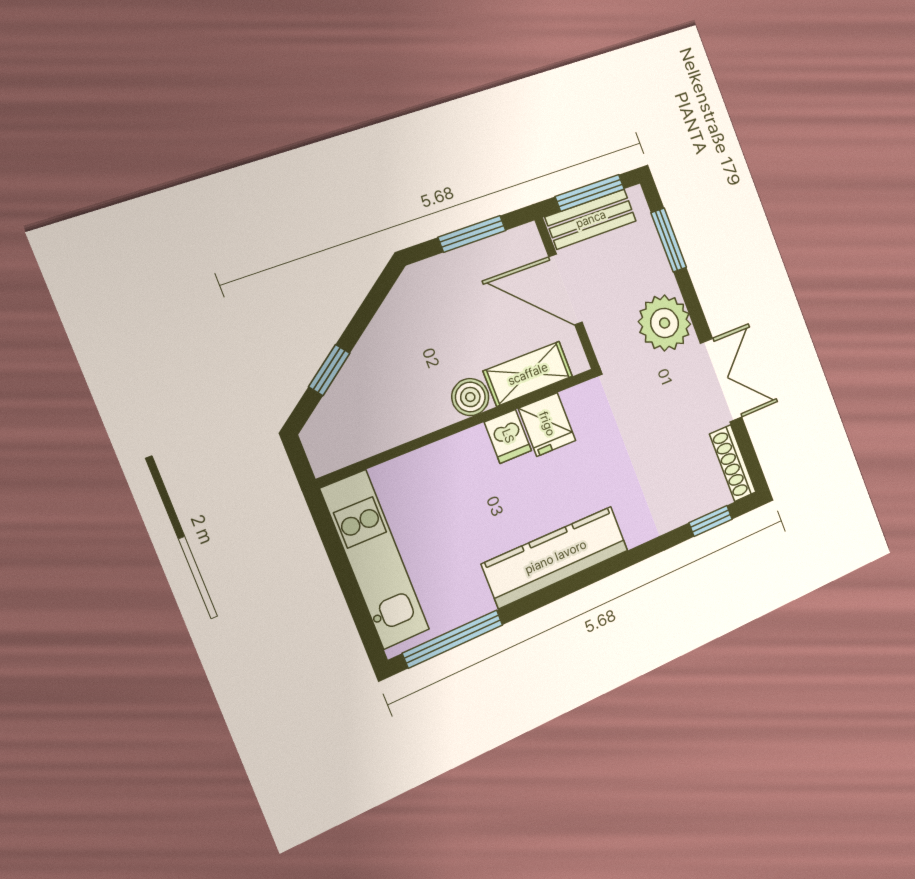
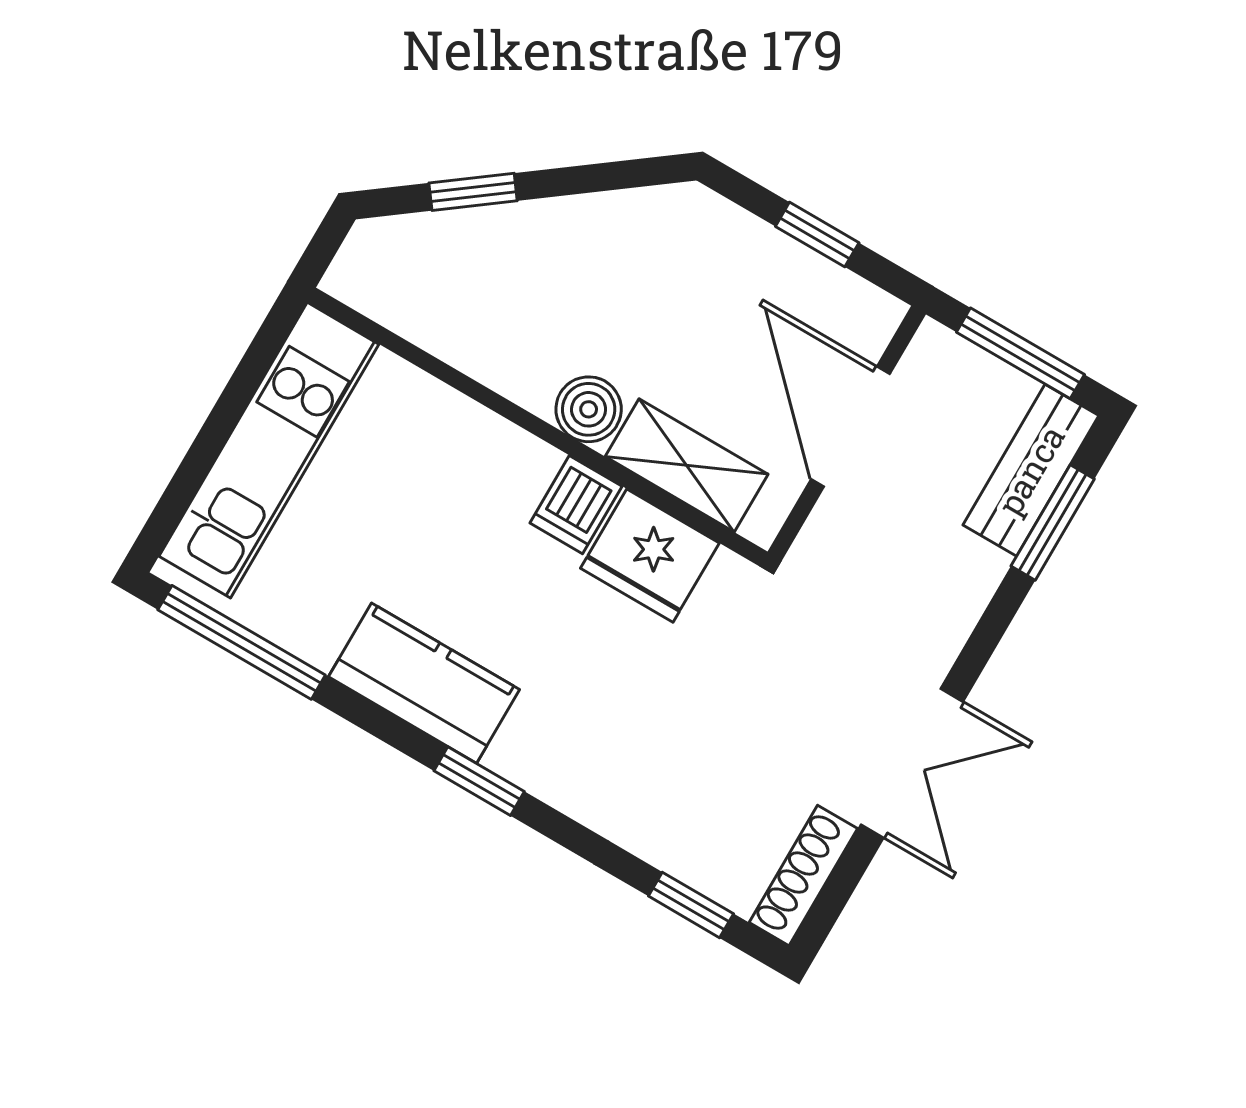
bench: (591, 219) -> (1031, 470), moved, turned 90
window: (472, 234) -> (817, 235), width x0.67
plant: (665, 323) -> (925, 610), removed
fridge: (547, 424) -> (650, 556), width x1.38
kitchen counter: (556, 557) -> (424, 683), width x0.67
window: (594, 574) -> (479, 781), added

